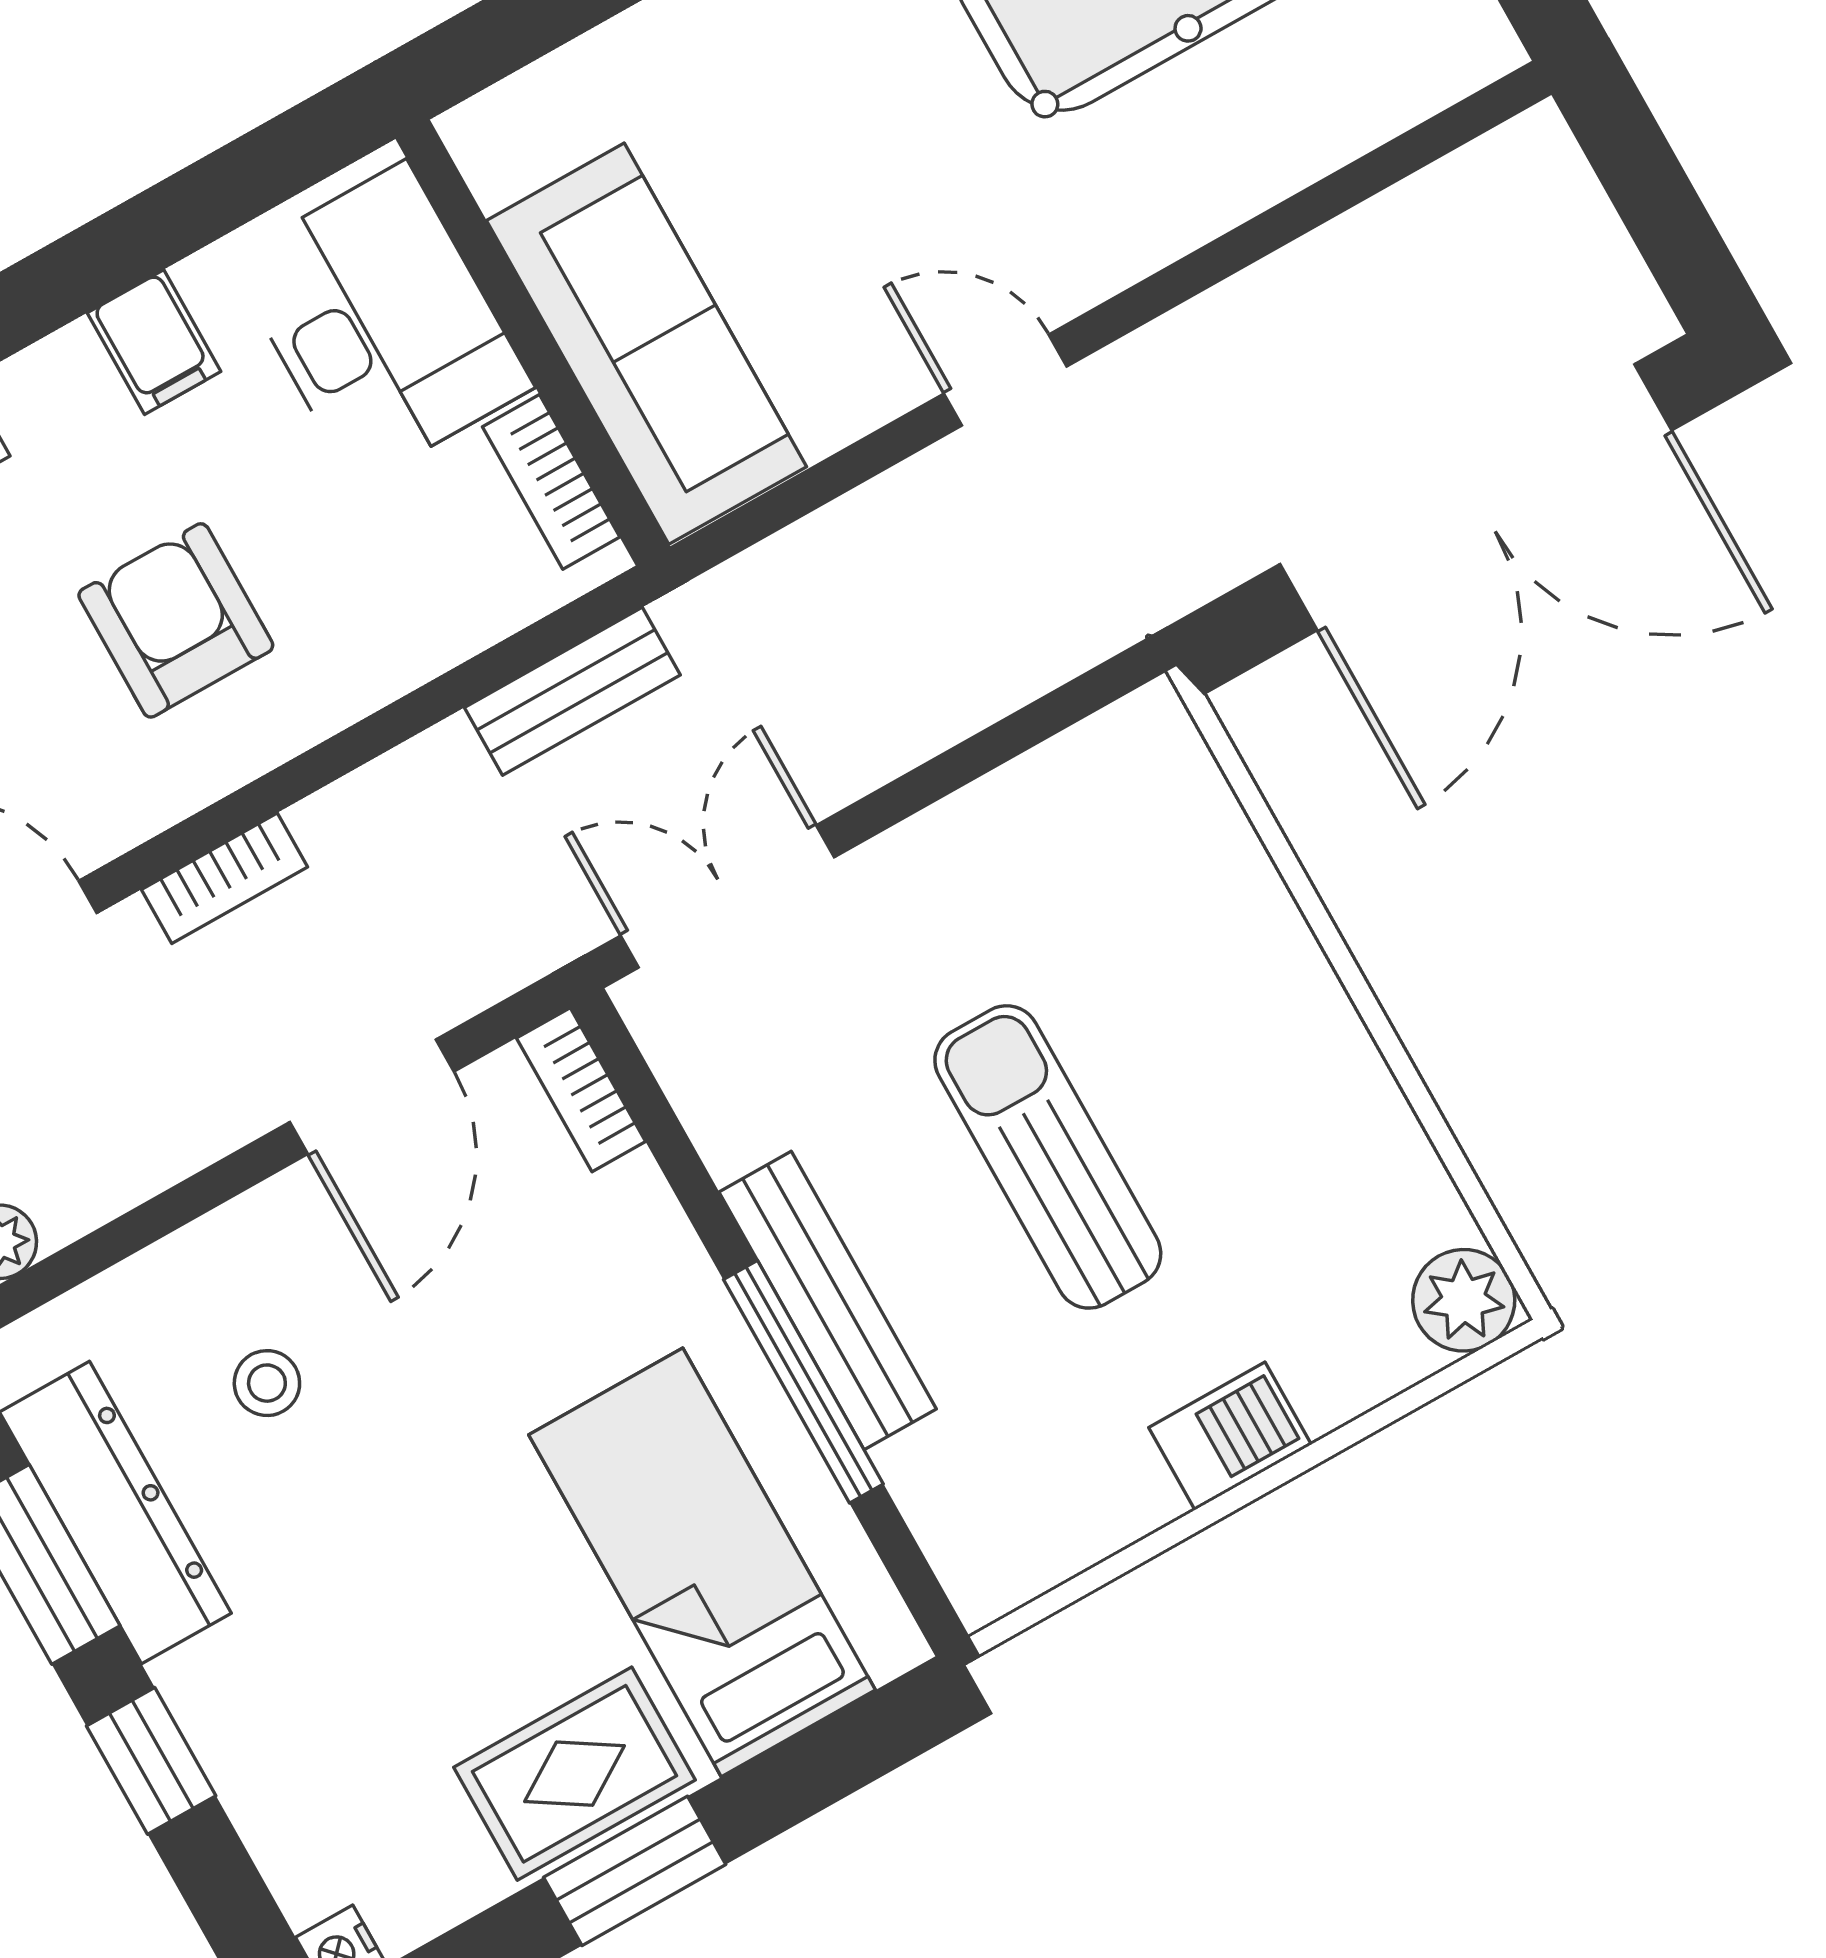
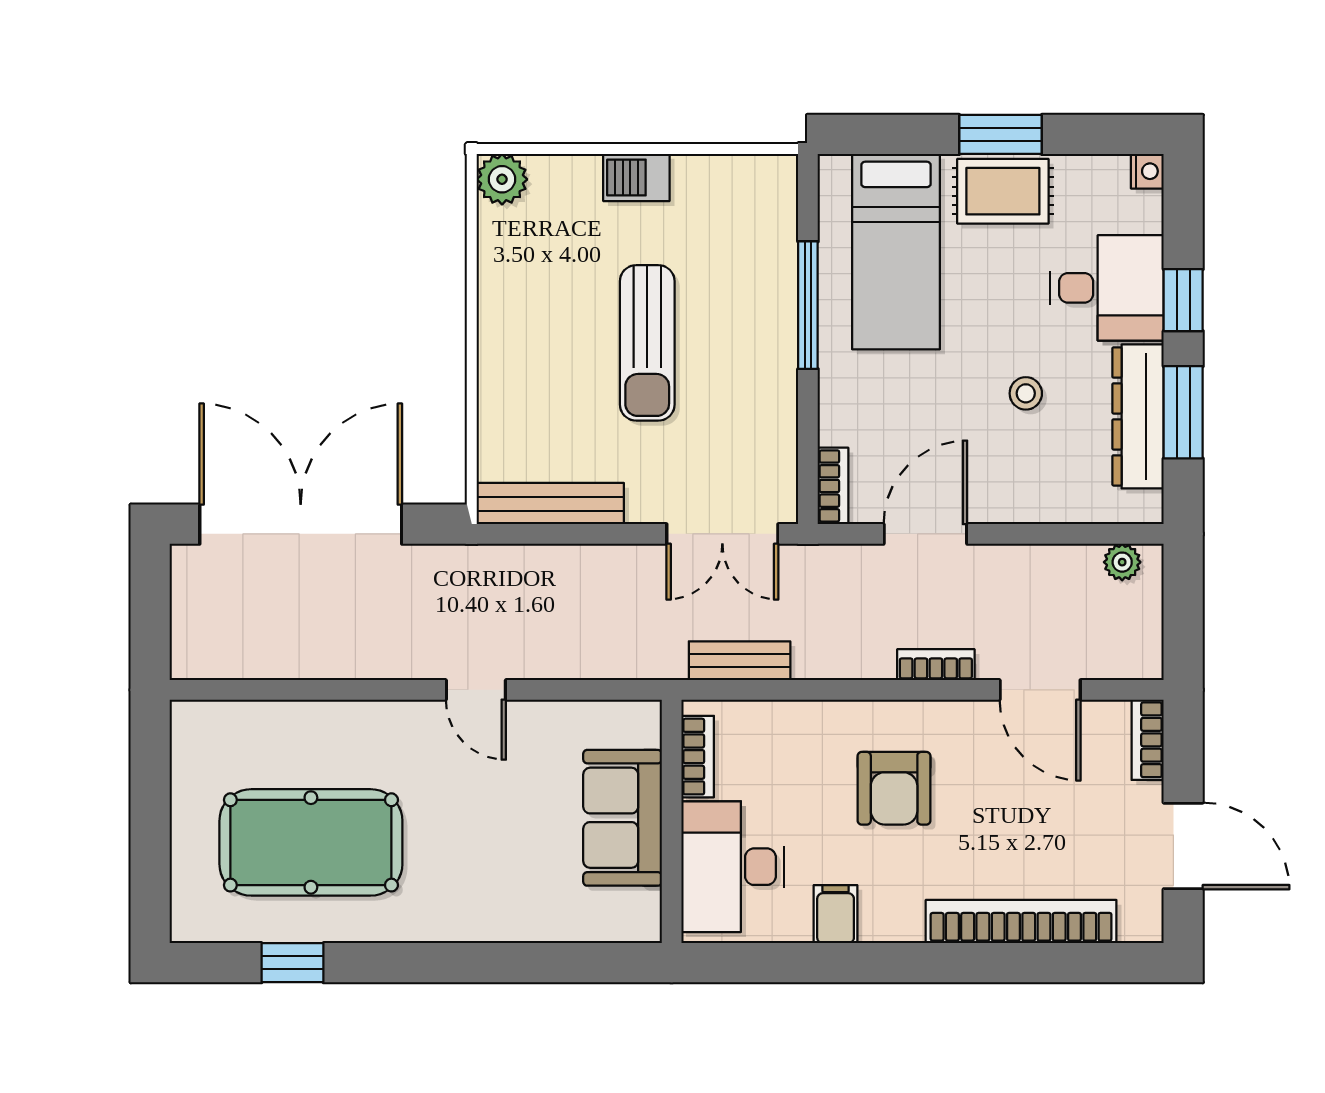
sofa: (646, 344) -> (623, 818), width x0.73
bench: (828, 1300) -> (550, 504), moved, turned 90
stool: (267, 1383) -> (1026, 393), moved
desk: (297, 1707) -> (1107, 288), added

